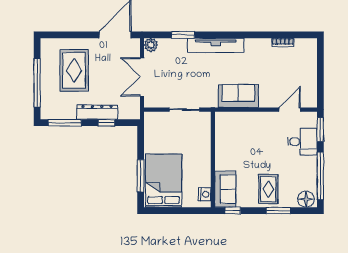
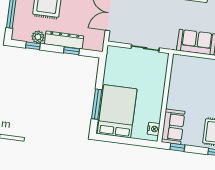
plant: (69, 113) -> (38, 37), added
window: (65, 123) -> (33, 46), width x0.46

